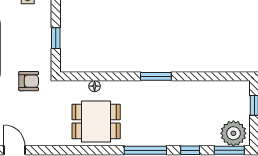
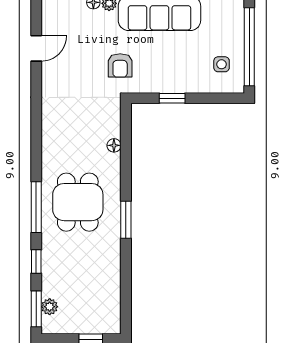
dining table: (96, 121) -> (78, 202), moved
plant: (233, 133) -> (50, 307), width x0.53, depth x0.53

